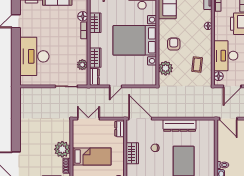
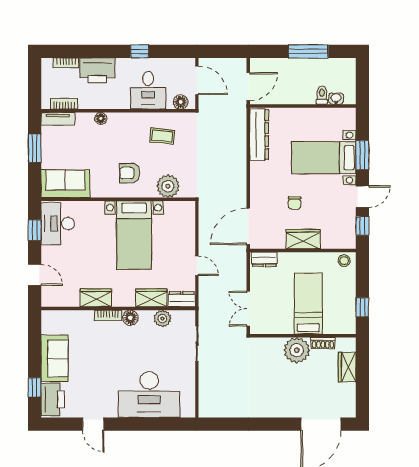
floor lamp: (83, 16) -> (130, 318), moved
bed with nightstands: (135, 40) -> (134, 235), width x0.73
desk: (226, 56) -> (148, 90), width x0.73
dresser: (180, 126) -> (259, 135), moved

